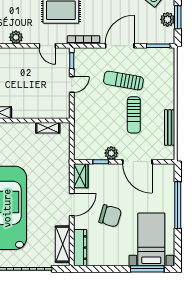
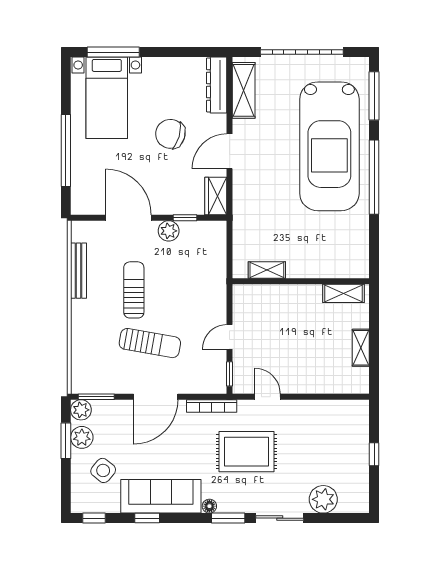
plant: (16, 37) -> (81, 410), moved

